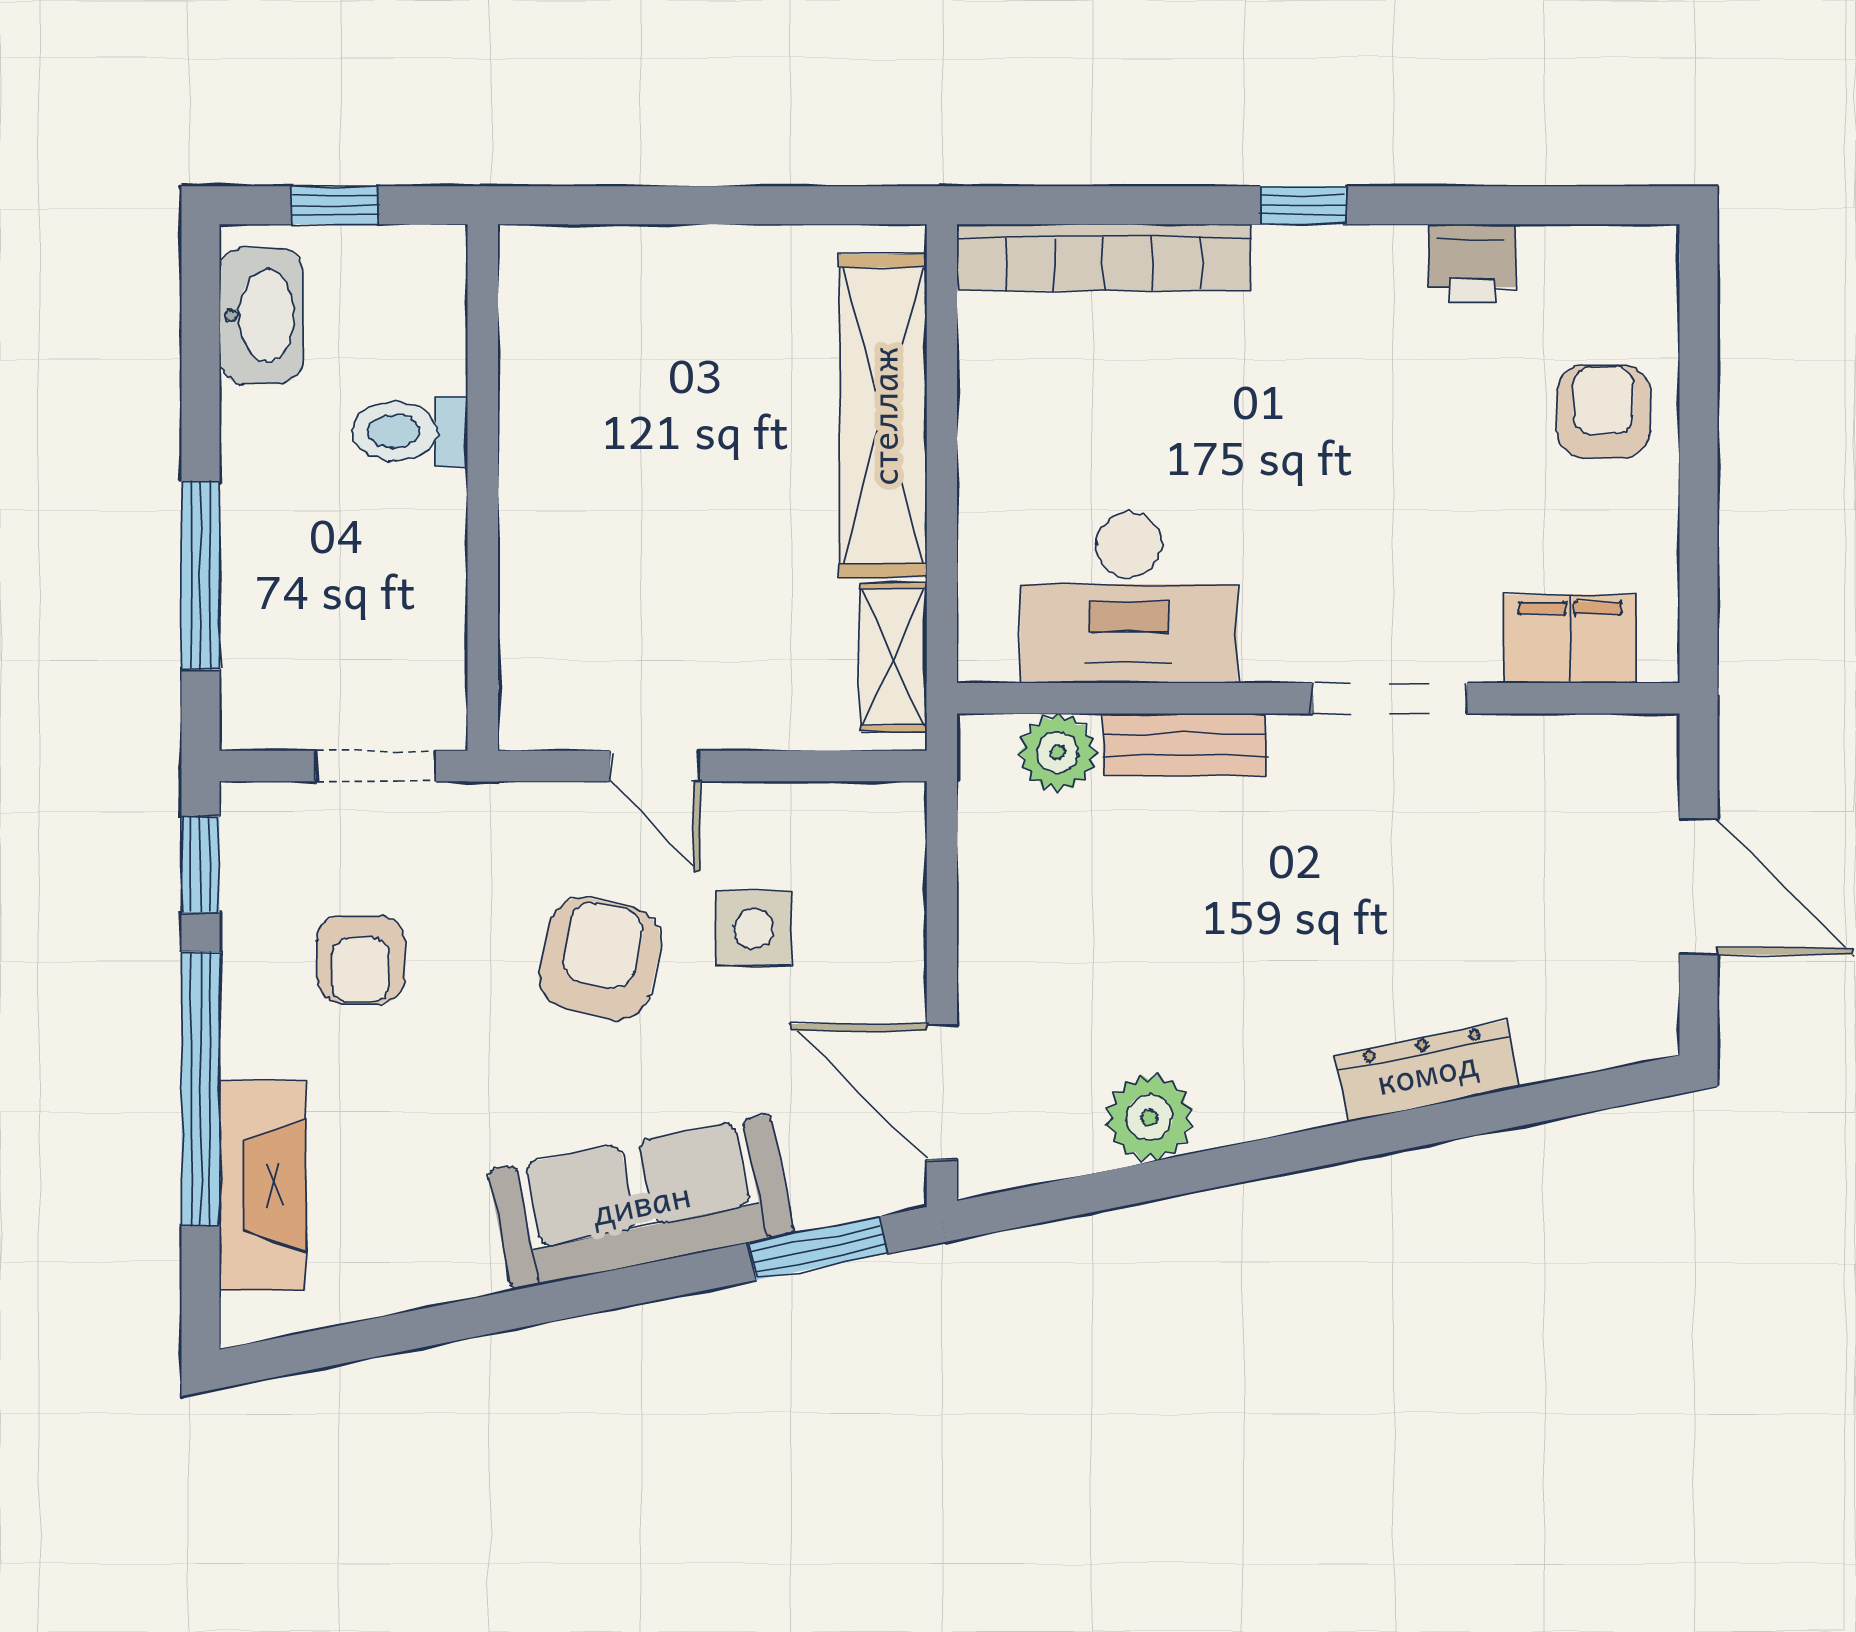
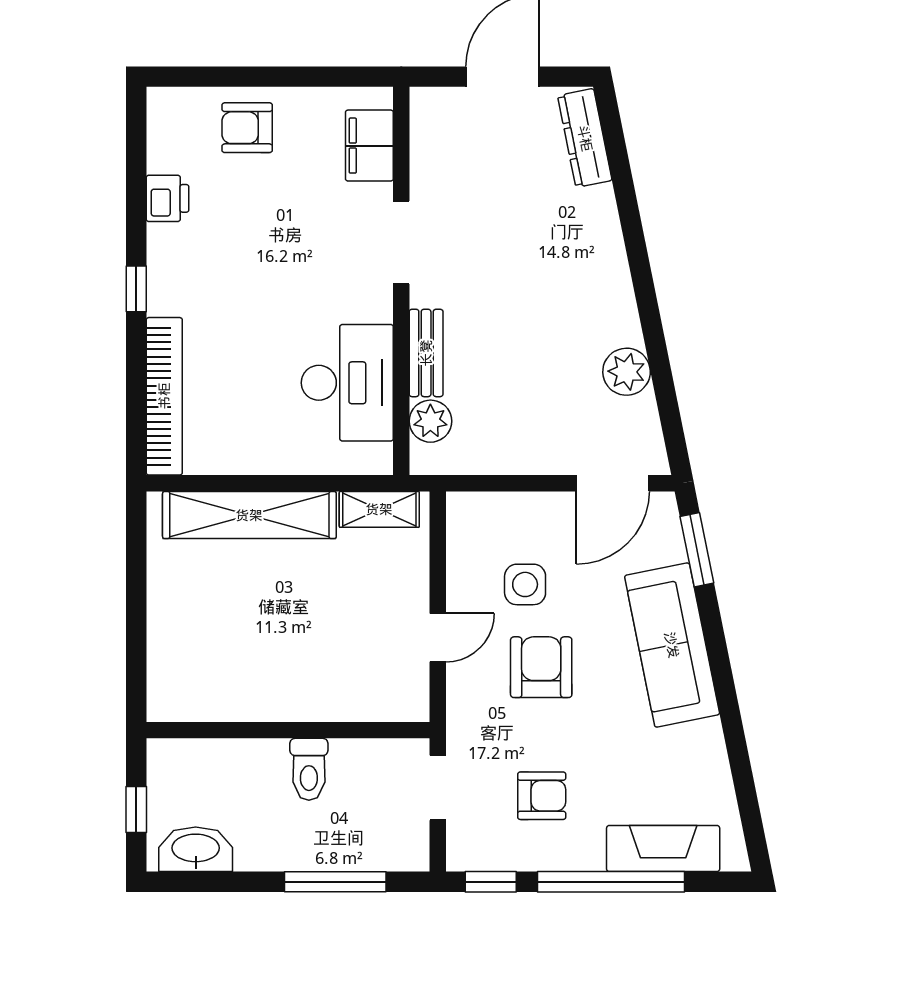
toilet: (410, 431) -> (309, 769), moved
armchair: (600, 959) -> (541, 667), turned 77
dresser: (1427, 1071) -> (585, 138), moved

